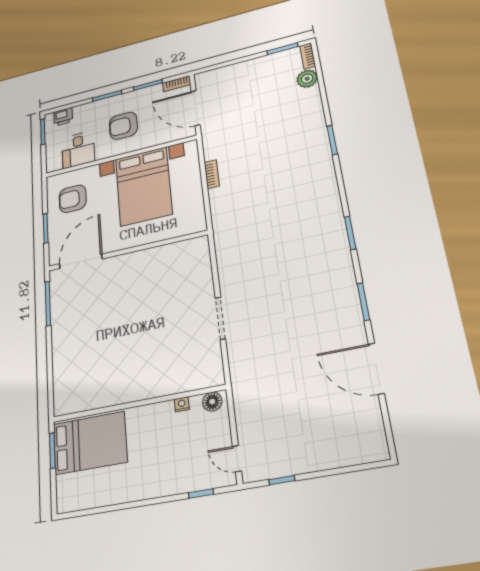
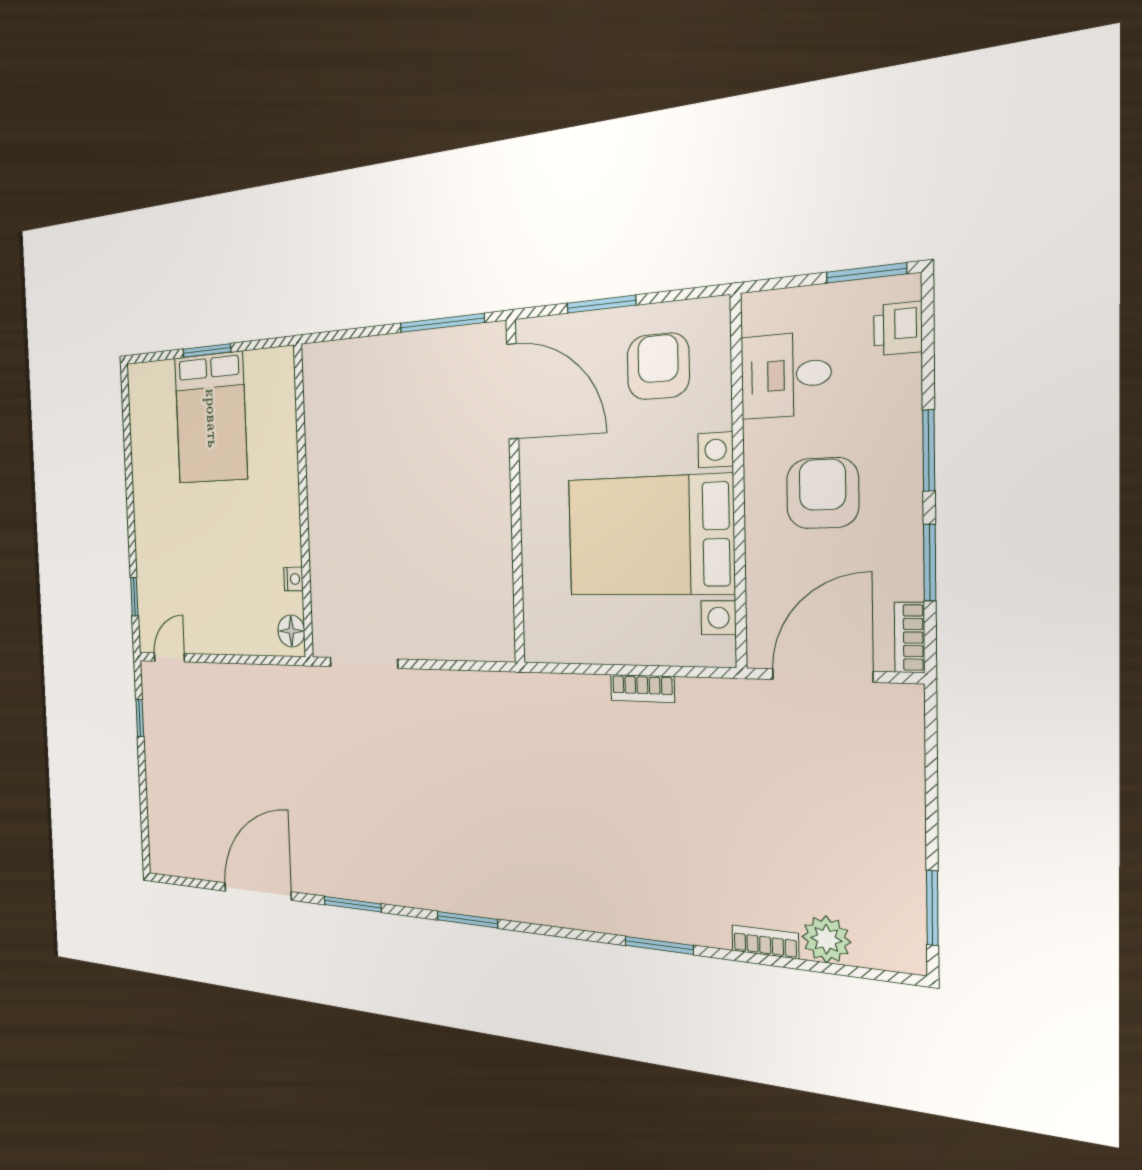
bookcase: (308, 56) -> (765, 942), moved
floor lamp: (212, 402) -> (291, 631), moved
wall: (138, 404) -> (303, 502), moved
nightstand: (182, 404) -> (294, 579), moved

